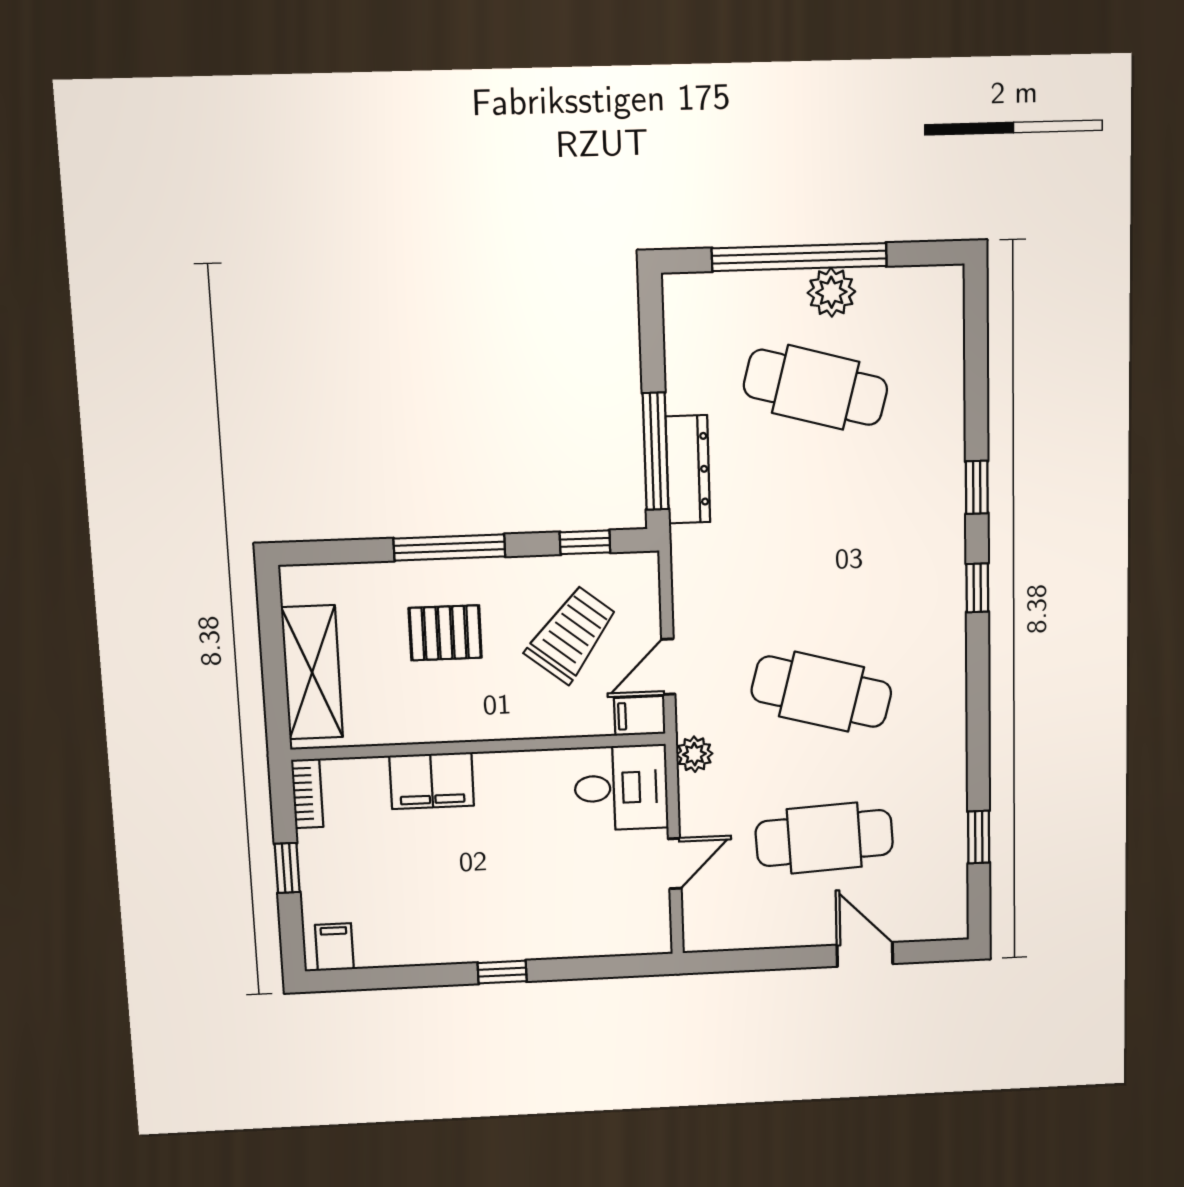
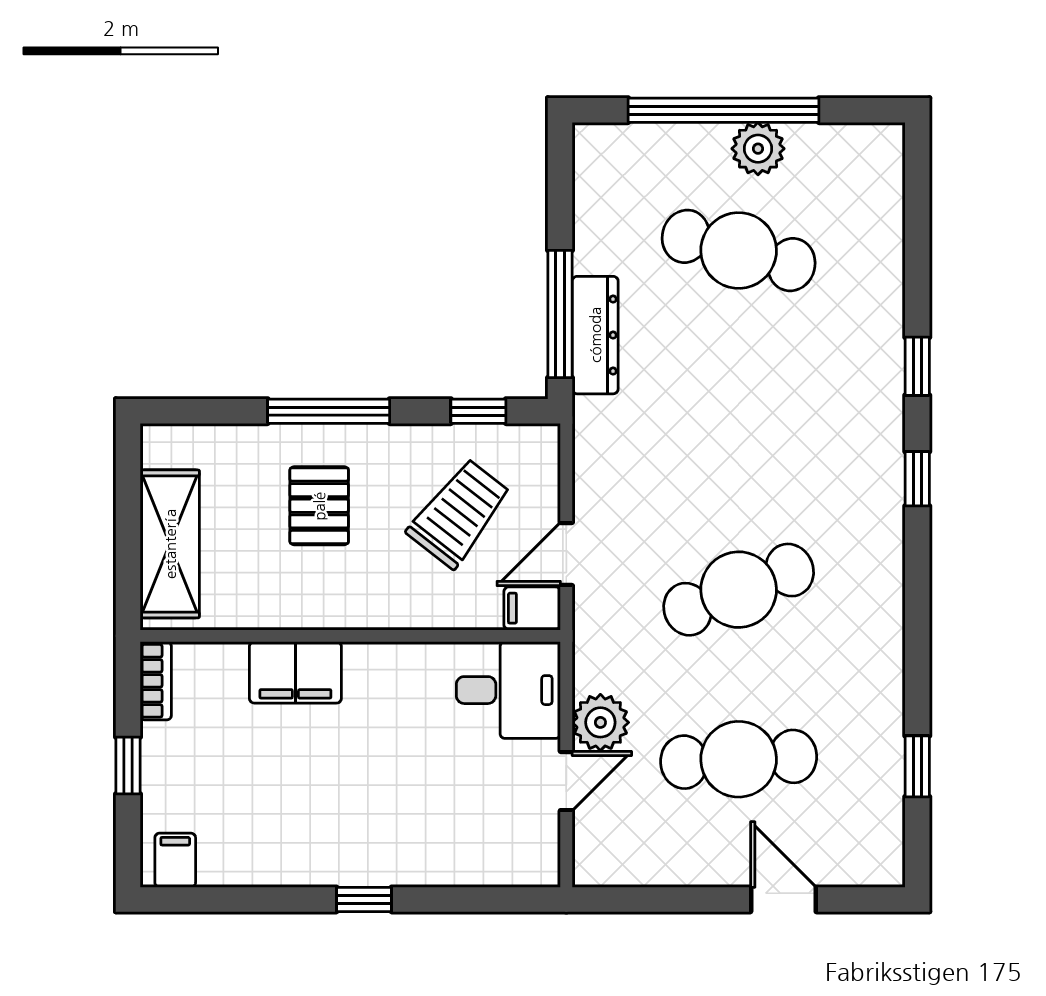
pallet: (445, 633) -> (319, 506), turned 90
cafe table: (821, 692) -> (739, 590), turned -36
plant: (694, 754) -> (600, 722), moved, width x1.38, depth x1.38

